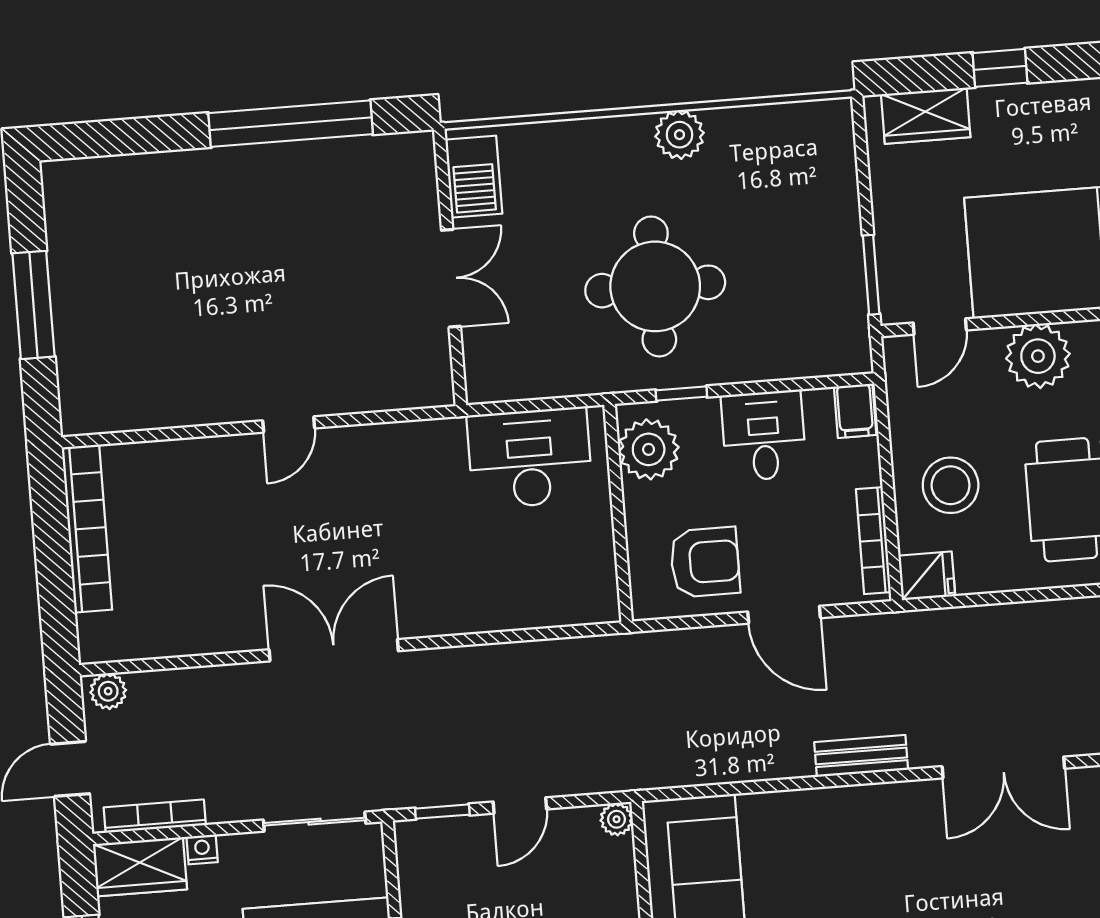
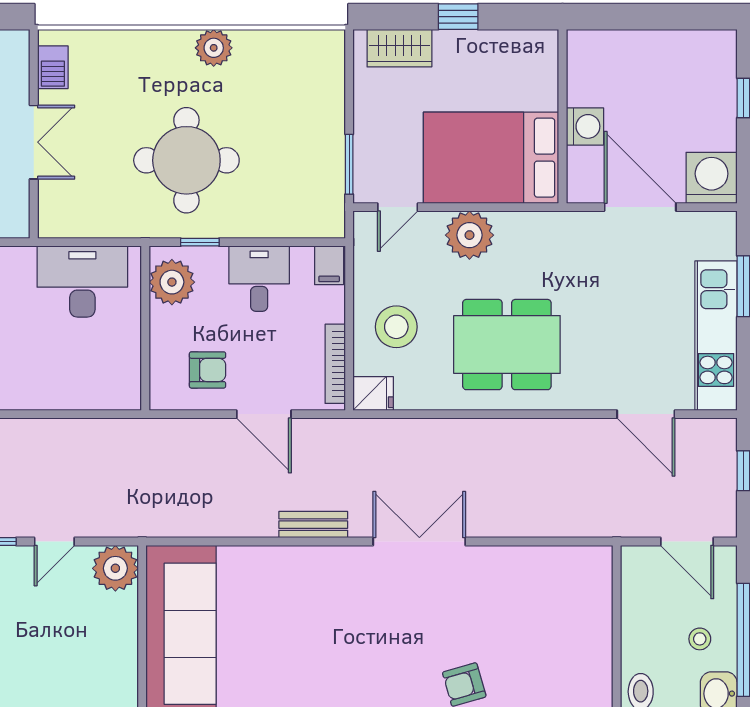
barbecue: (474, 177) -> (53, 67), width x0.73, depth x0.79
armchair: (705, 562) -> (208, 370), width x0.72, depth x0.72
double door: (1003, 767) -> (419, 542), swing flipped
plant: (617, 819) -> (115, 568), width x1.88, depth x1.88

